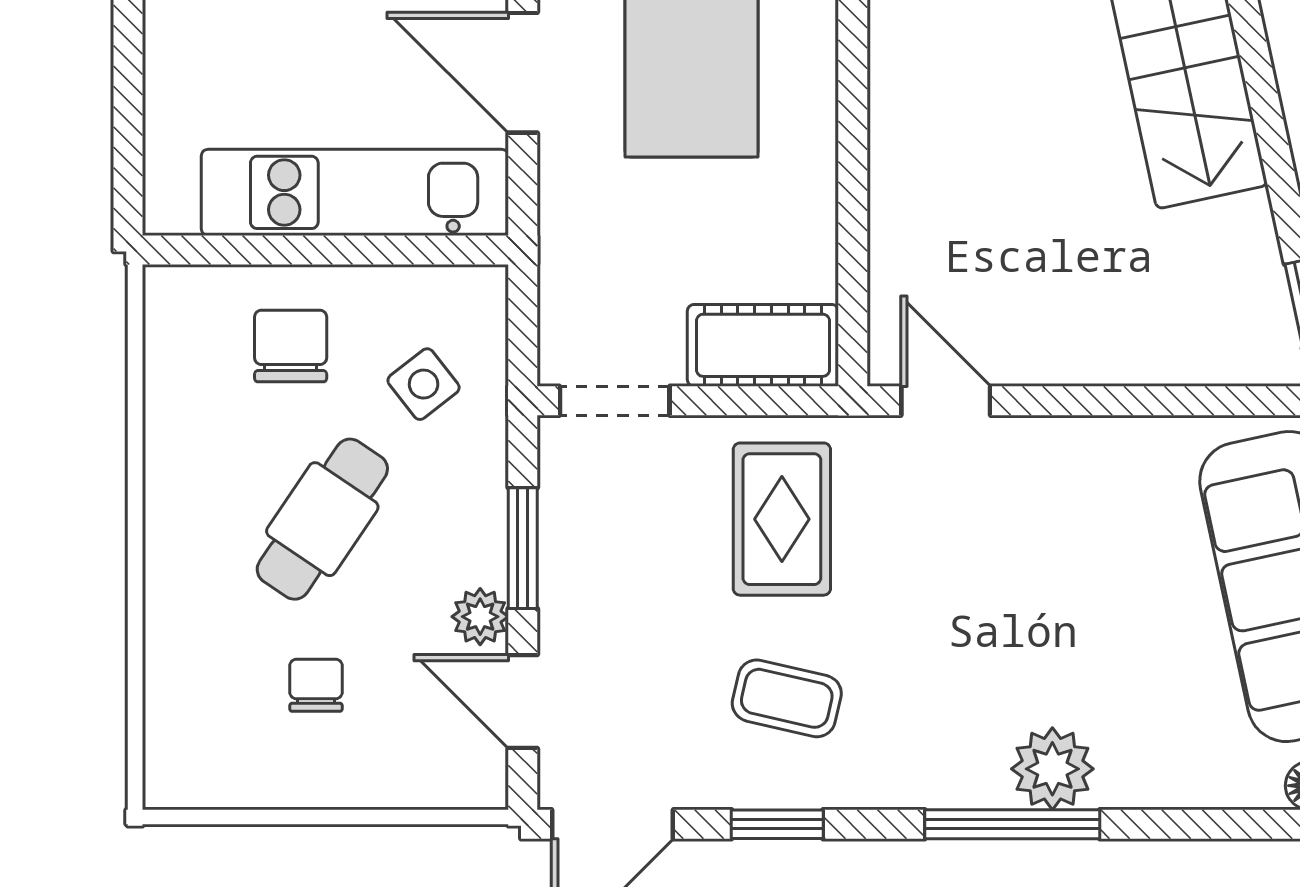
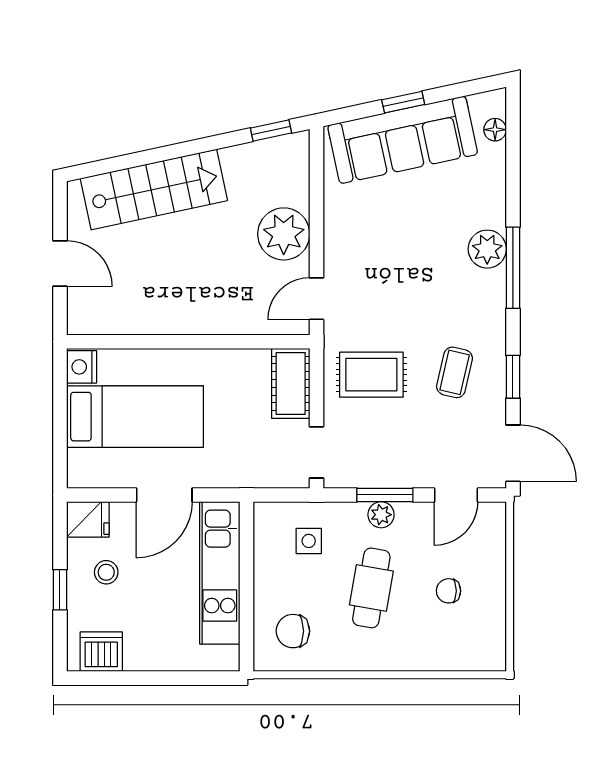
plant: (1085, 330) -> (284, 234), added
chair: (291, 346) -> (293, 631), moved
side table: (424, 384) -> (309, 541), turned 38
cafe table: (322, 519) -> (371, 588), turned 66
plant: (480, 617) -> (381, 515), moved

